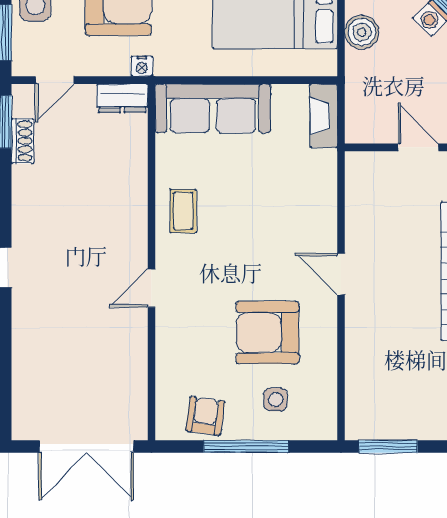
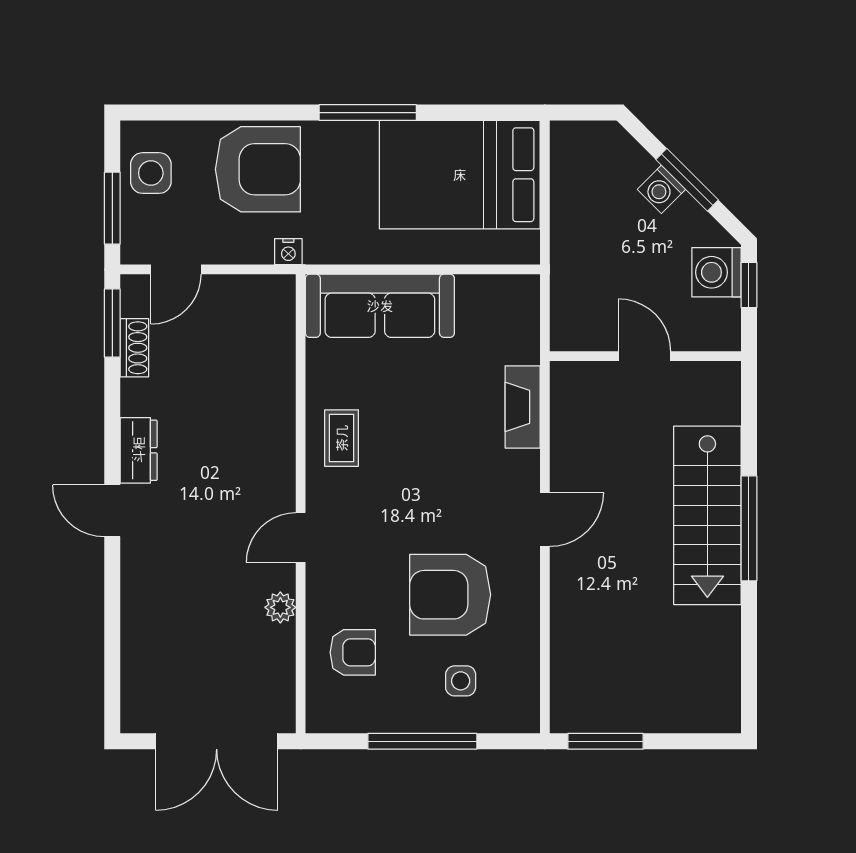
boiler: (362, 32) -> (572, 208), removed
dresser: (122, 98) -> (139, 450), moved, turned -90
fireplace: (324, 116) -> (523, 407), moved
door: (341, 274) -> (545, 520), swing flipped
plant: (136, 342) -> (280, 607), added
armchair: (205, 416) -> (353, 652), moved, turned 82

